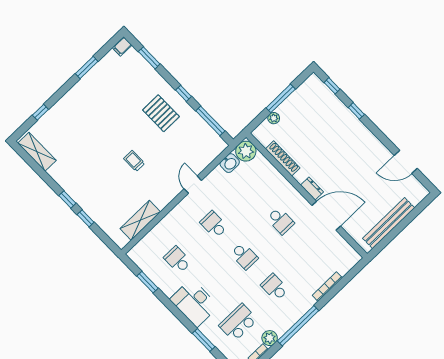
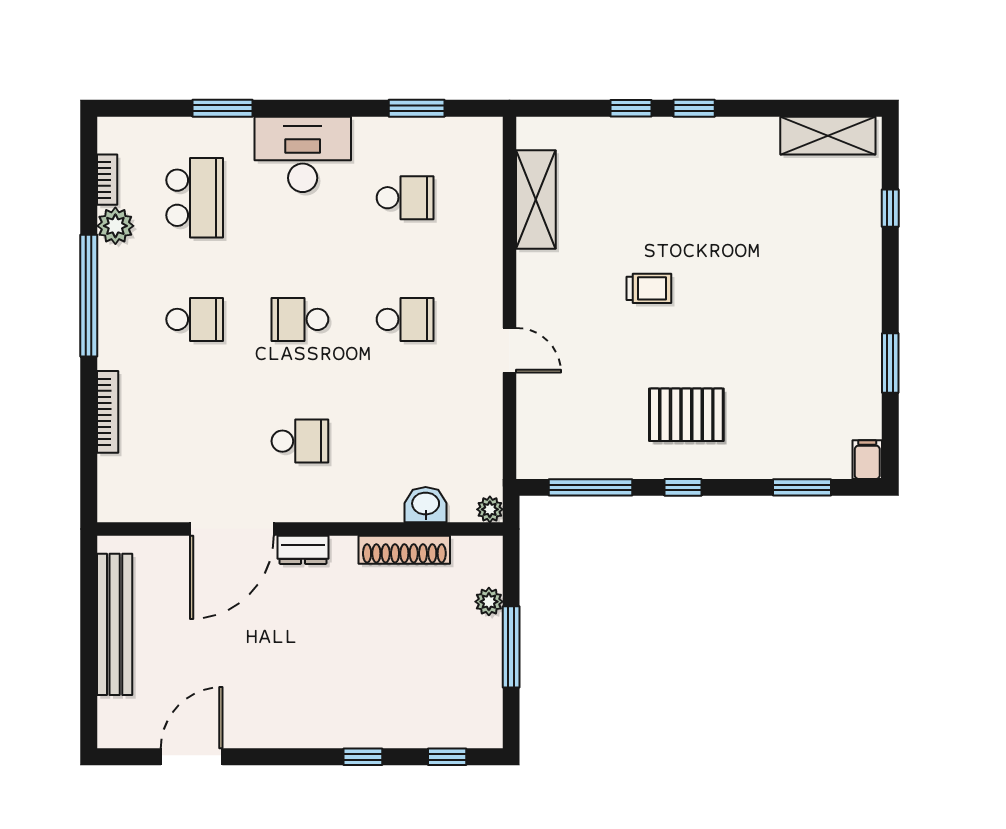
plant: (246, 151) -> (490, 509), width x0.53, depth x0.53
washbasin: (230, 163) -> (426, 505), moved, turned 90
school desk: (280, 221) -> (300, 441), turned 180

